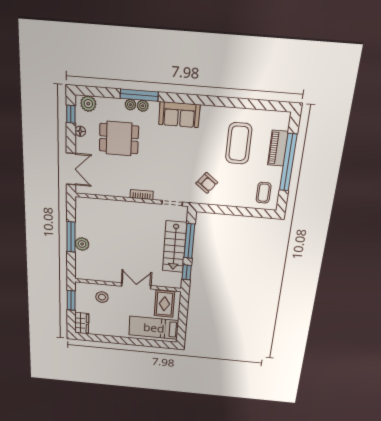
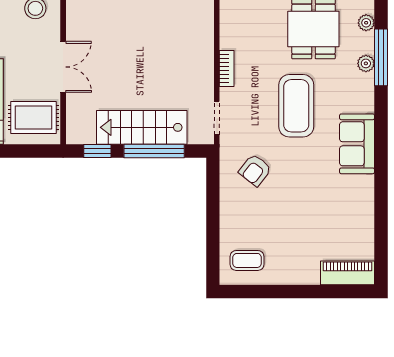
plant: (130, 105) -> (366, 23), moved
sofa: (179, 115) -> (357, 144), moved
coffee table: (239, 143) -> (296, 106), moved, turned 90
piano: (278, 148) -> (348, 273), moved
window: (288, 162) -> (298, 291), removed

